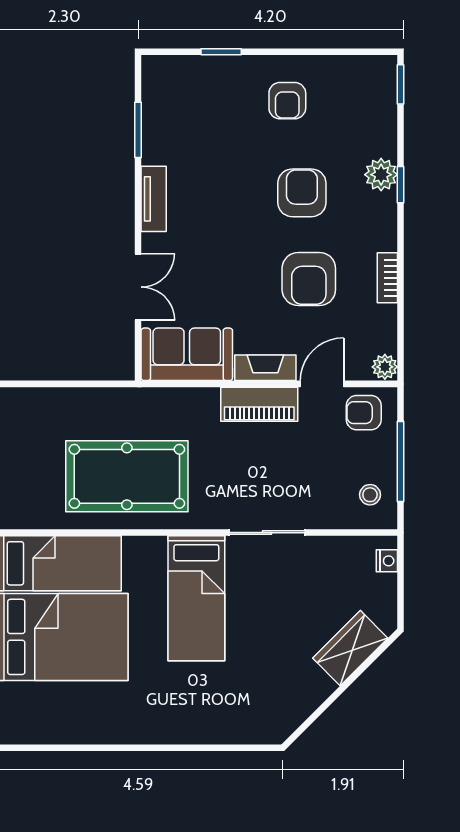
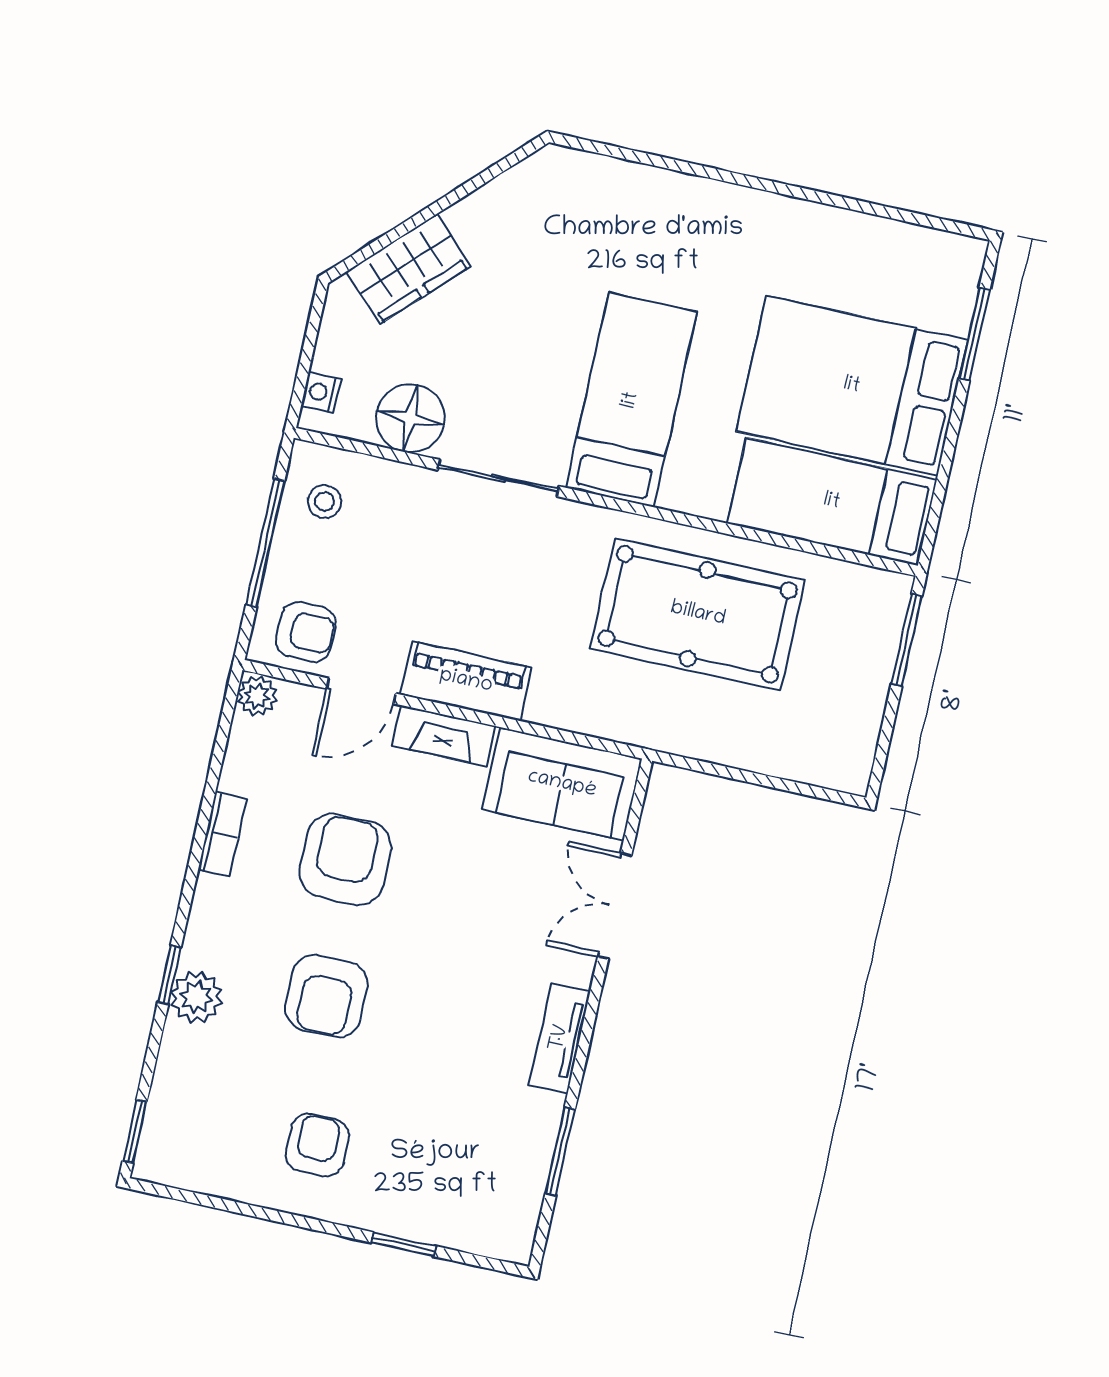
floor lamp: (329, 557) -> (410, 418), added

